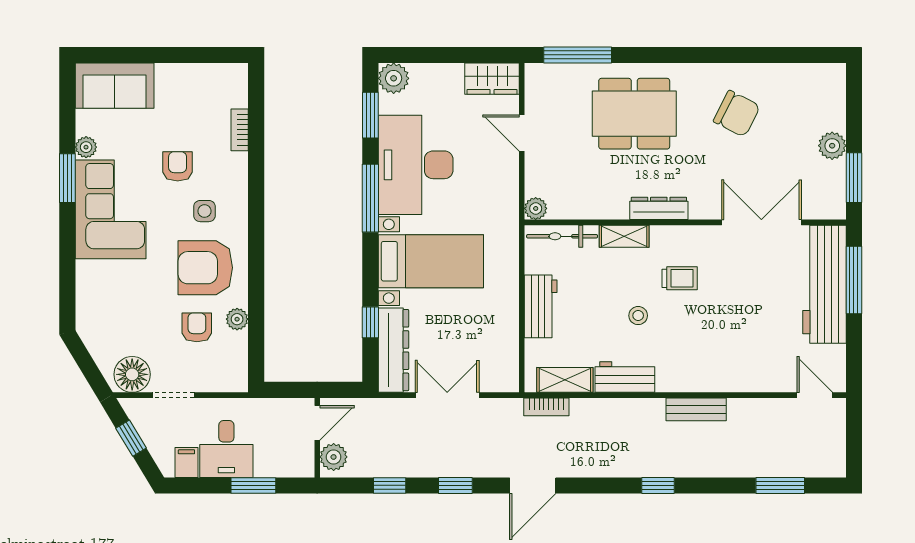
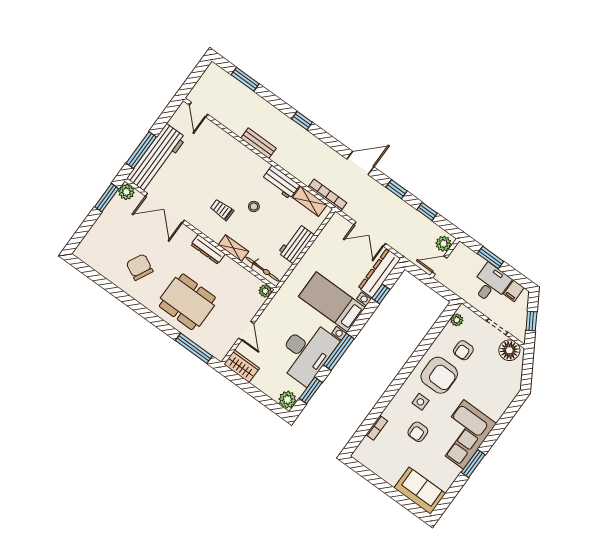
plant: (832, 146) -> (126, 192), moved
plant: (86, 147) -> (454, 472), removed
plant: (237, 319) -> (457, 320), moved
bookcase: (546, 407) -> (327, 195), width x1.56

